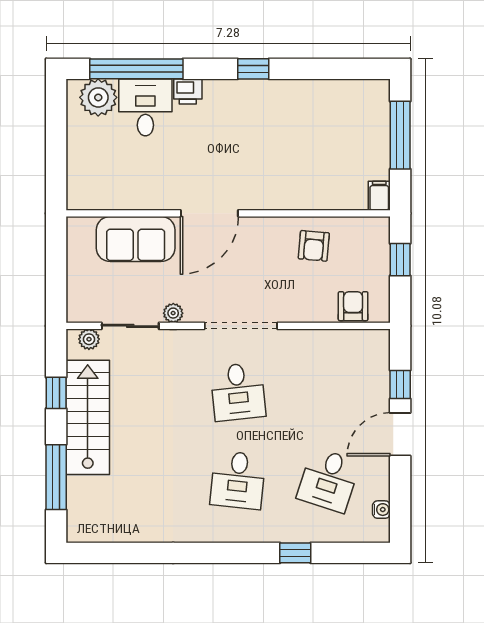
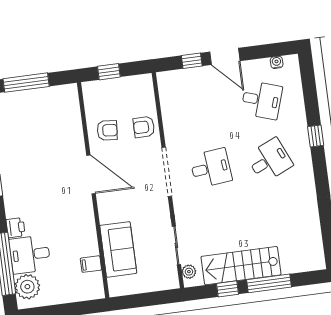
filing cabinet: (379, 196) -> (91, 264), moved
door: (209, 213) -> (91, 174), moved
armchair: (353, 306) -> (144, 127), moved
plant: (173, 313) -> (164, 218), removed
window: (56, 477) -> (269, 283), moved
desk: (238, 480) -> (270, 160), turned -30
window: (295, 553) -> (316, 136), moved

